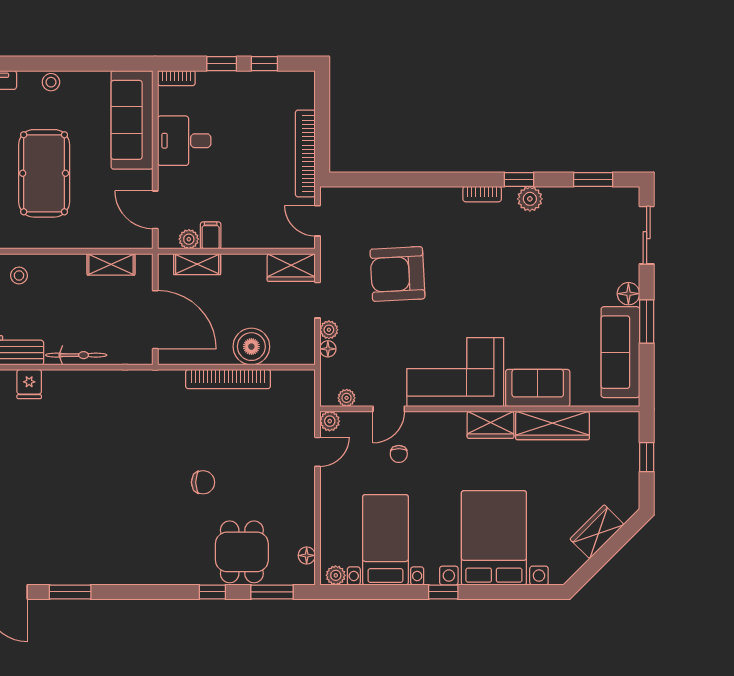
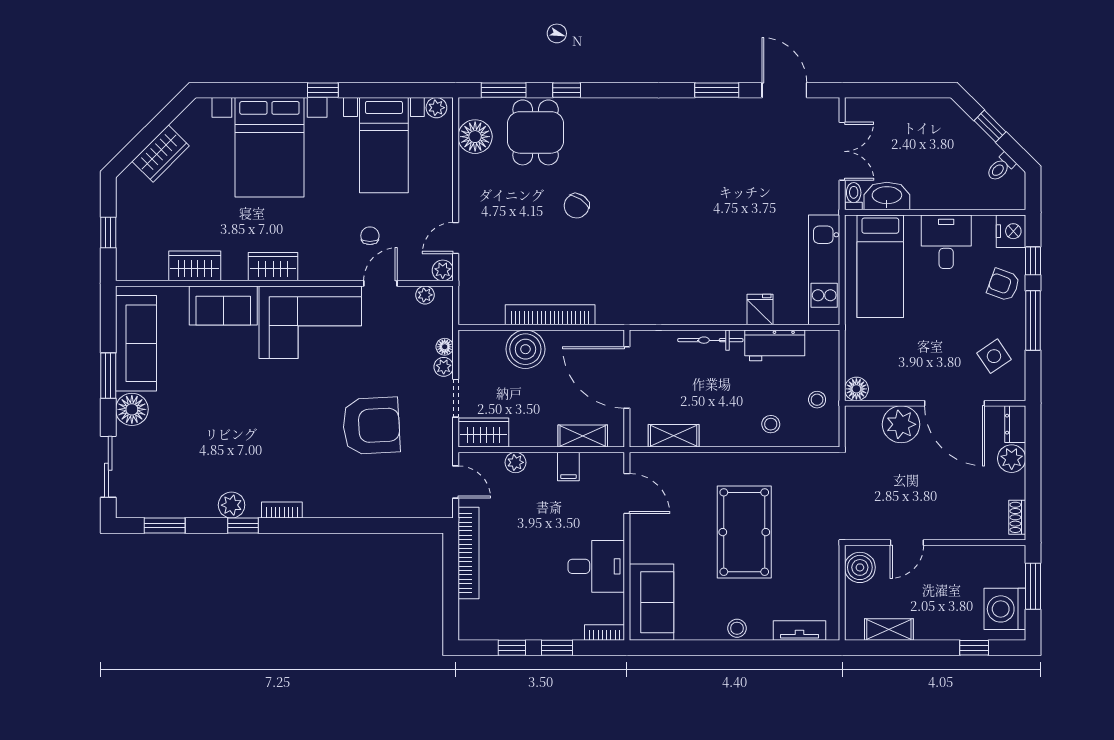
sofa: (132, 120) -> (651, 602), width x0.73
plant: (189, 239) -> (515, 462), moved
floor lamp: (628, 294) -> (132, 409), width x1.38, depth x1.38
wardrobe: (553, 425) -> (195, 266), width x0.67
chair: (203, 482) -> (576, 206), turned -56
floor lamp: (307, 555) -> (475, 137), width x1.89, depth x1.89

